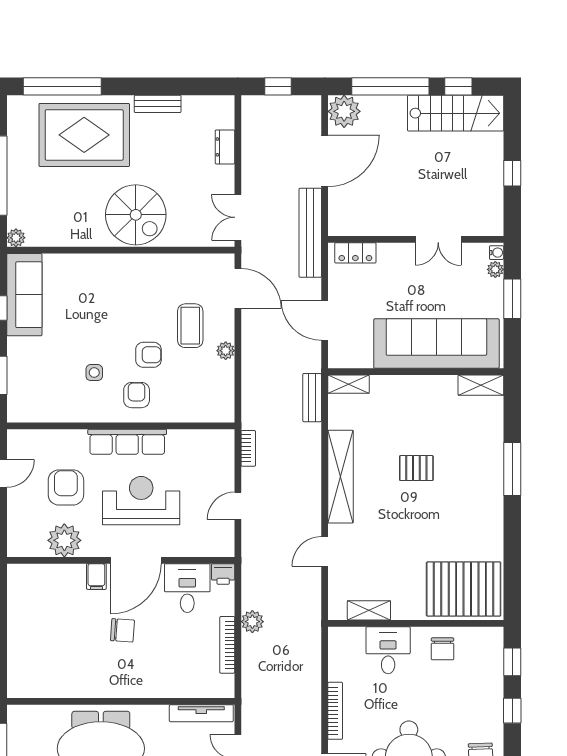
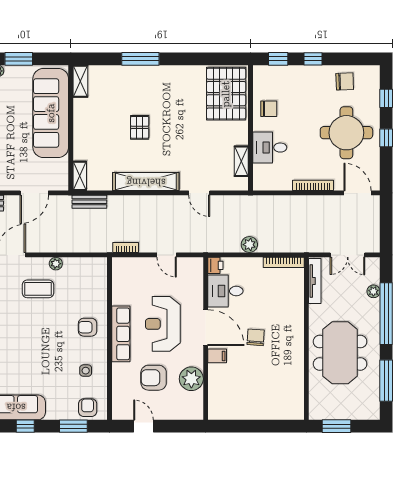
armchair: (148, 355) -> (88, 408), moved
side table: (94, 373) -> (86, 371), moved
bookcase: (227, 645) -> (284, 262), moved

